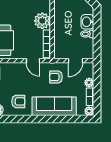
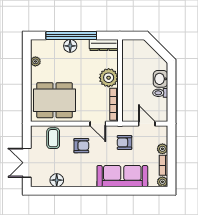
door: (75, 61) -> (147, 124), swing flipped
armchair: (18, 101) -> (81, 146), moved

